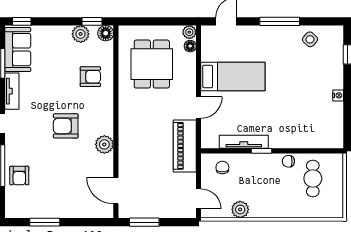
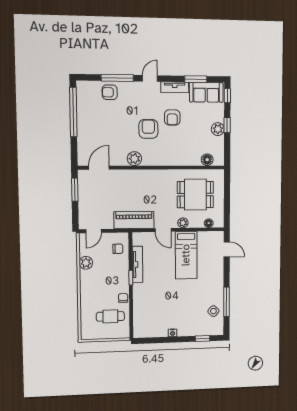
window: (92, 21) -> (227, 125), moved
window: (280, 21) -> (227, 302), moved
plant: (189, 32) -> (183, 223), moved
floor lamp: (106, 33) -> (207, 160), moved
plant: (81, 34) -> (218, 129), moved
armchair: (90, 77) -> (172, 117), moved
window: (45, 222) -> (73, 112), width x2.11

